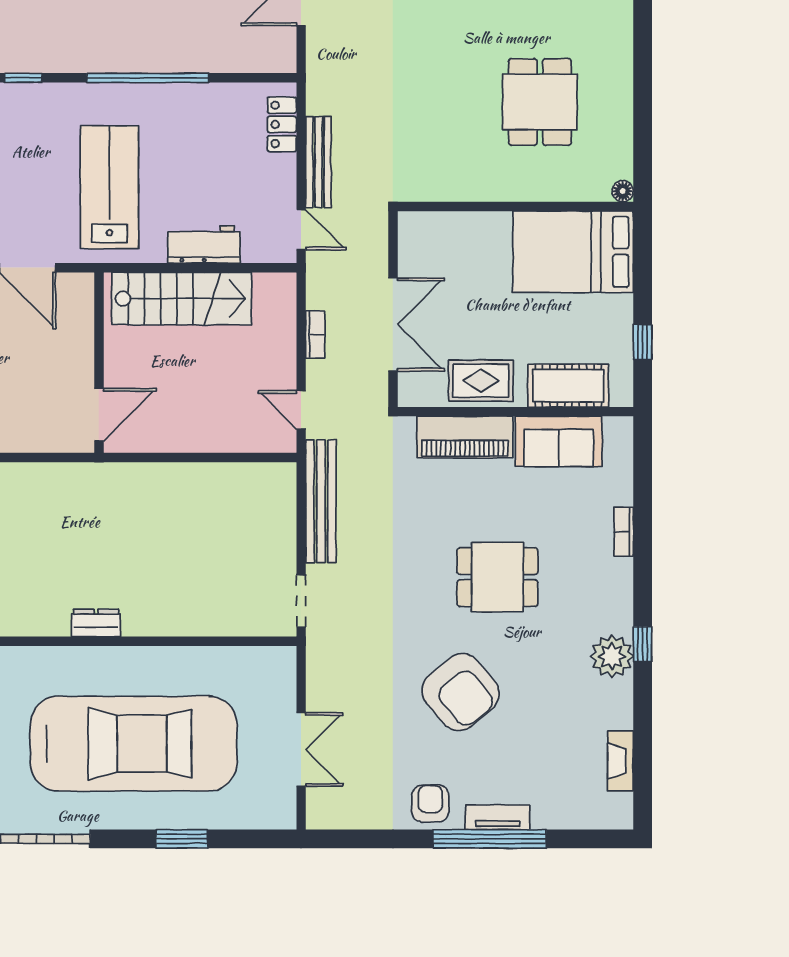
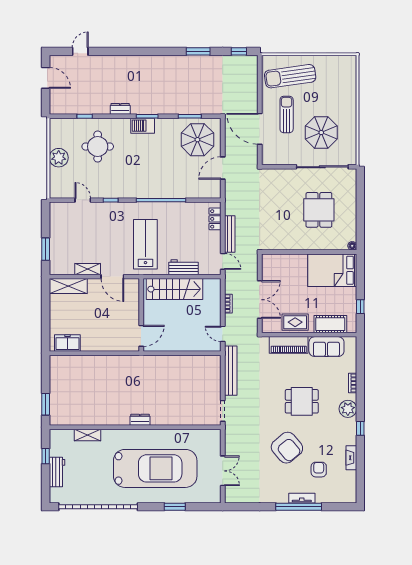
plant: (612, 656) -> (348, 409), moved
fireplace: (621, 761) -> (351, 458), moved
armchair: (430, 804) -> (319, 470), moved

